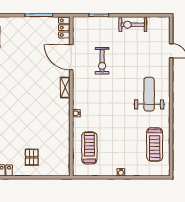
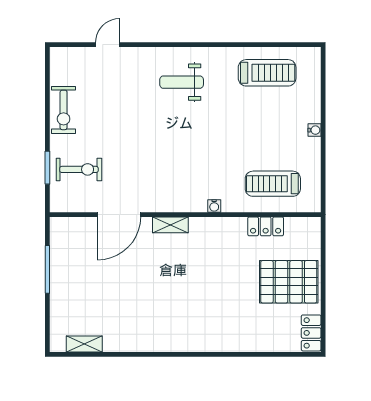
locker: (64, 28) -> (266, 226), moved
exercise bike: (102, 61) -> (79, 169), moved
weight bench: (149, 94) -> (182, 82), width x0.73, depth x0.75
pallet: (32, 157) -> (289, 282), width x2.05, depth x2.00

